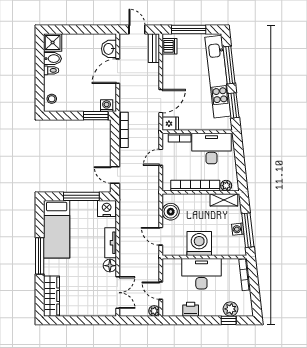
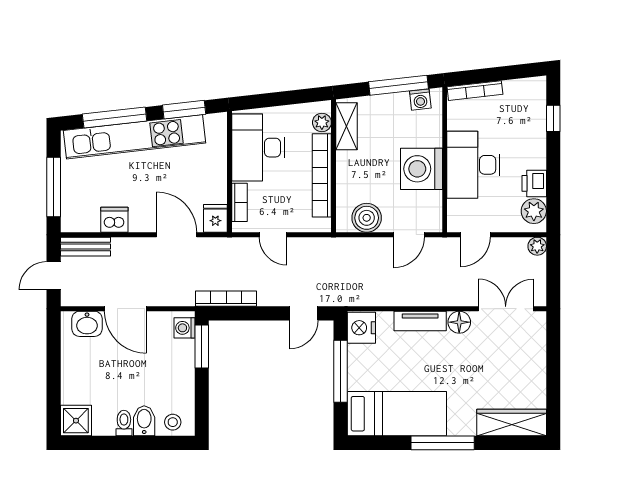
dishwasher: (170, 46) -> (114, 220), moved
bidet: (53, 59) -> (144, 421), moved
washing machine: (238, 229) -> (420, 100), moved
door: (161, 291) -> (475, 235), moved
plant: (231, 309) -> (534, 211), moved

